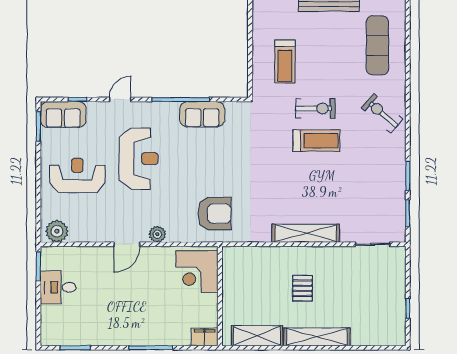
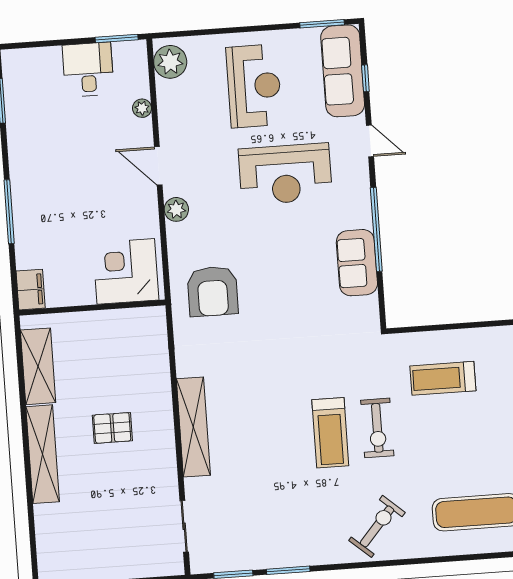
sofa: (63, 115) -> (343, 71), width x1.36
plant: (87, 253) -> (142, 108), added

